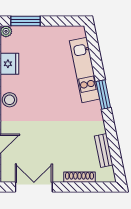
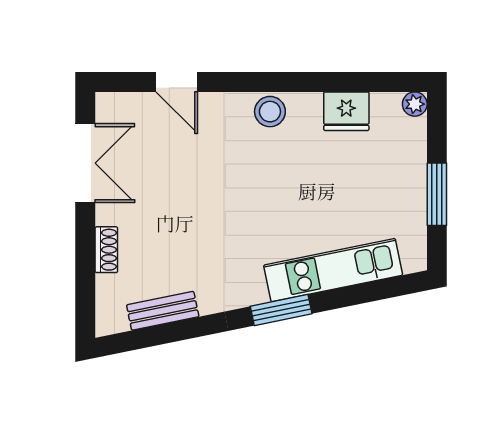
window: (26, 21) -> (437, 194), moved
shoe rack: (79, 177) -> (106, 250), width x0.70

